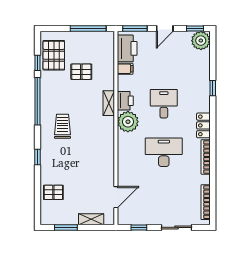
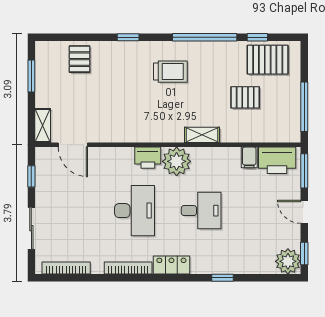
pallet: (81, 72) -> (245, 97), turned 90
printer: (125, 101) -> (148, 158), moved
shelving: (91, 219) -> (43, 125), moved

